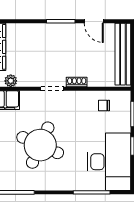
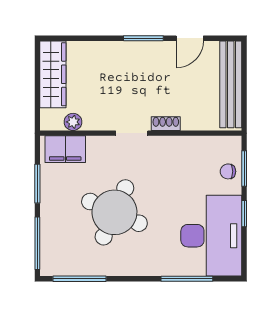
door: (94, 21) -> (190, 38), hinge flipped
chair: (104, 105) -> (228, 171), moved

